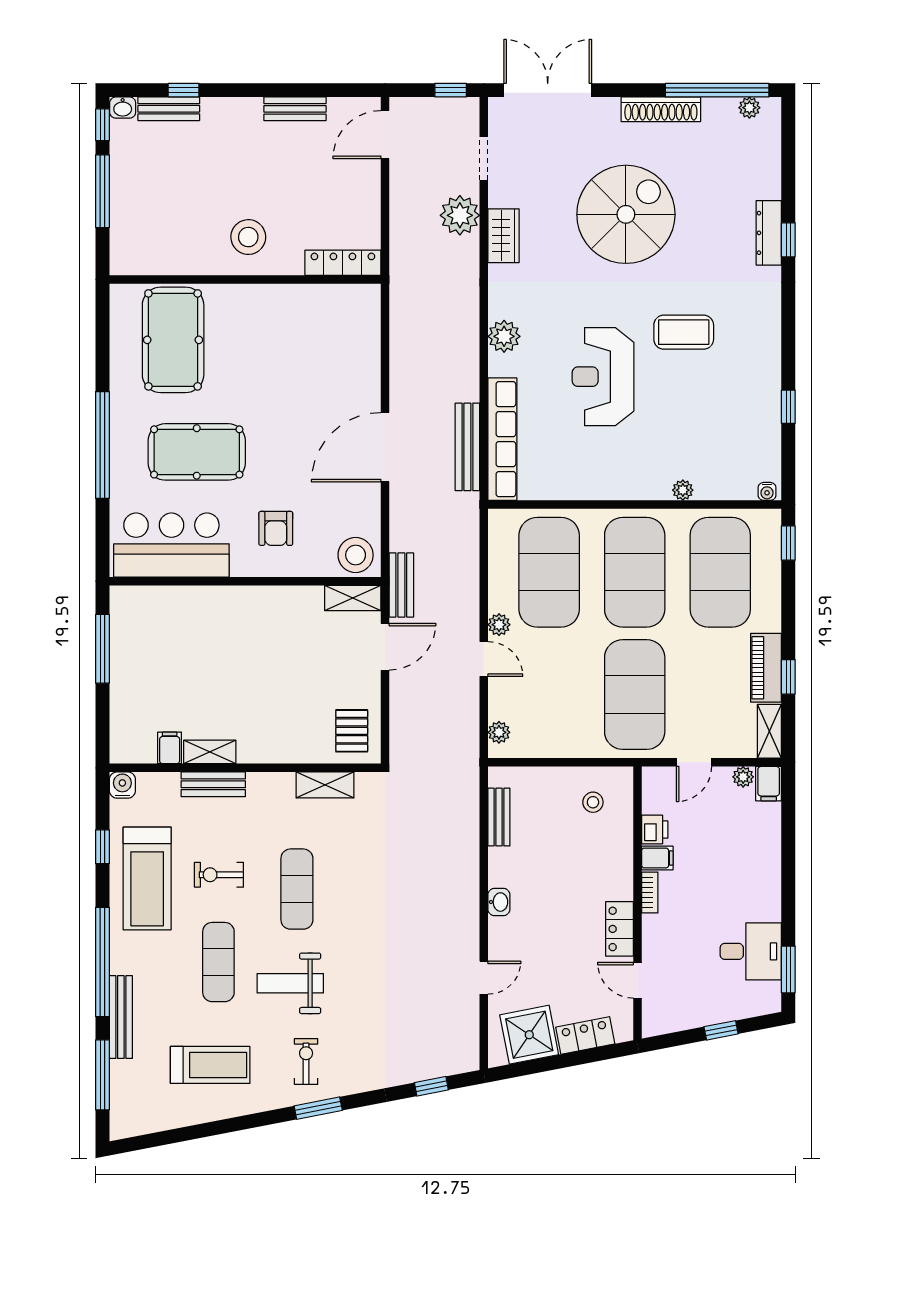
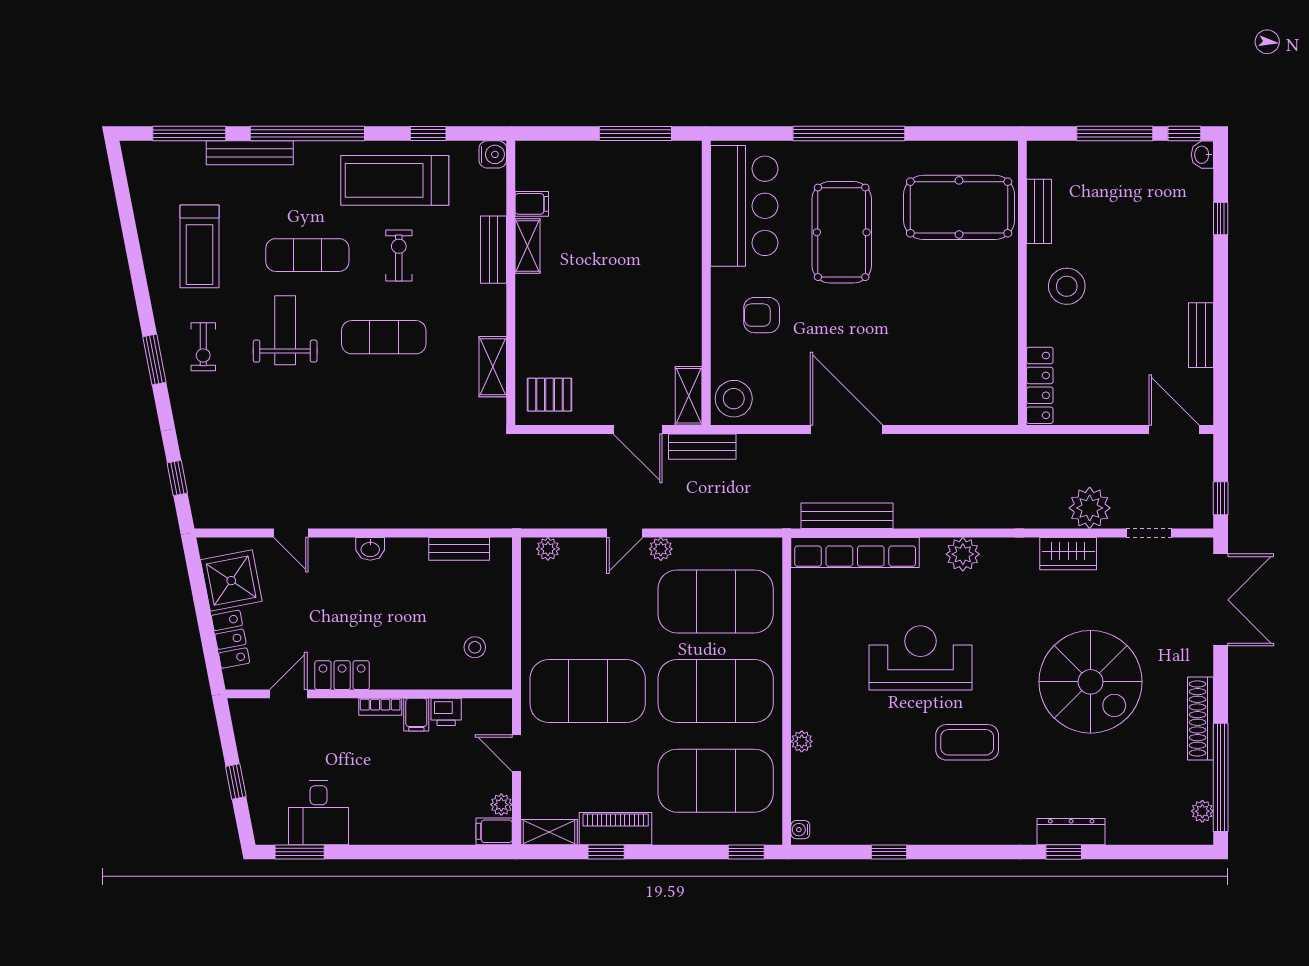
bench: (169, 109) -> (1039, 211), moved
coffee table: (684, 332) -> (967, 742), turned 90
exercise bike: (306, 1061) -> (203, 347), turned 90

